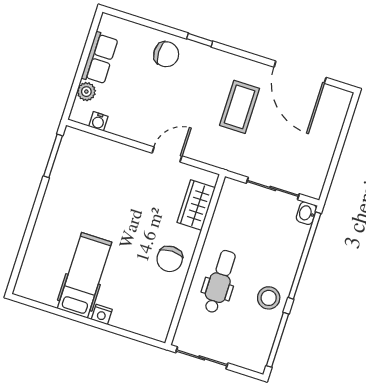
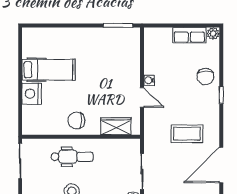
plant: (86, 92) -> (213, 34), moved
water cooler: (98, 121) -> (149, 80), moved
nightstand: (102, 314) -> (32, 94), width x1.89, depth x1.79

